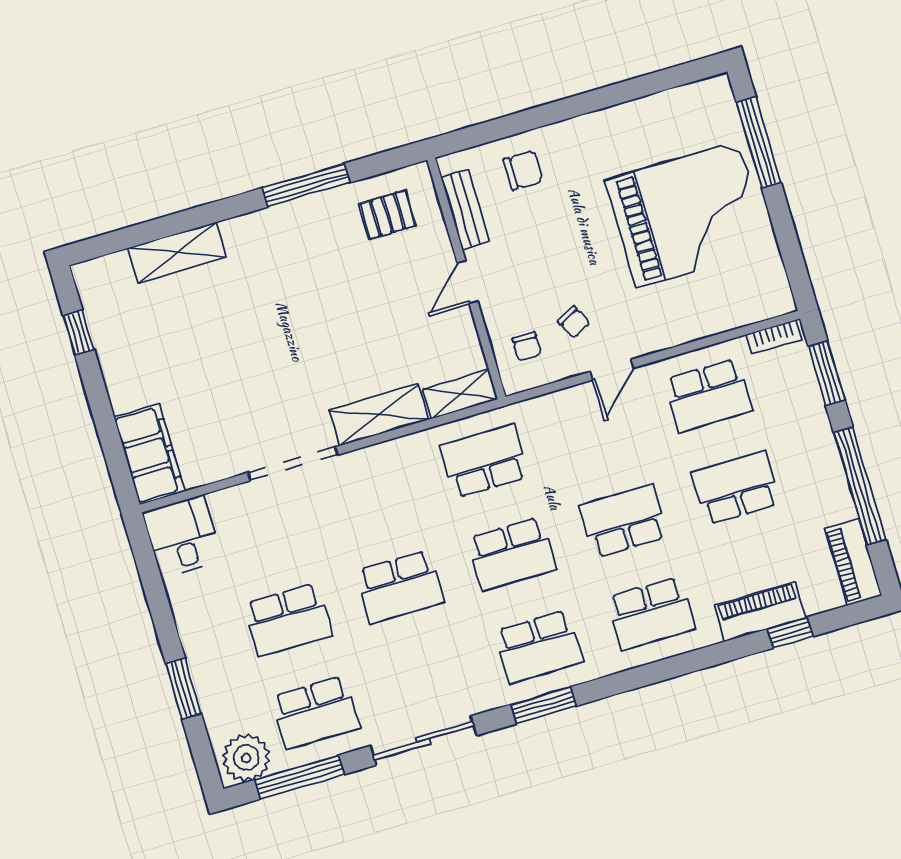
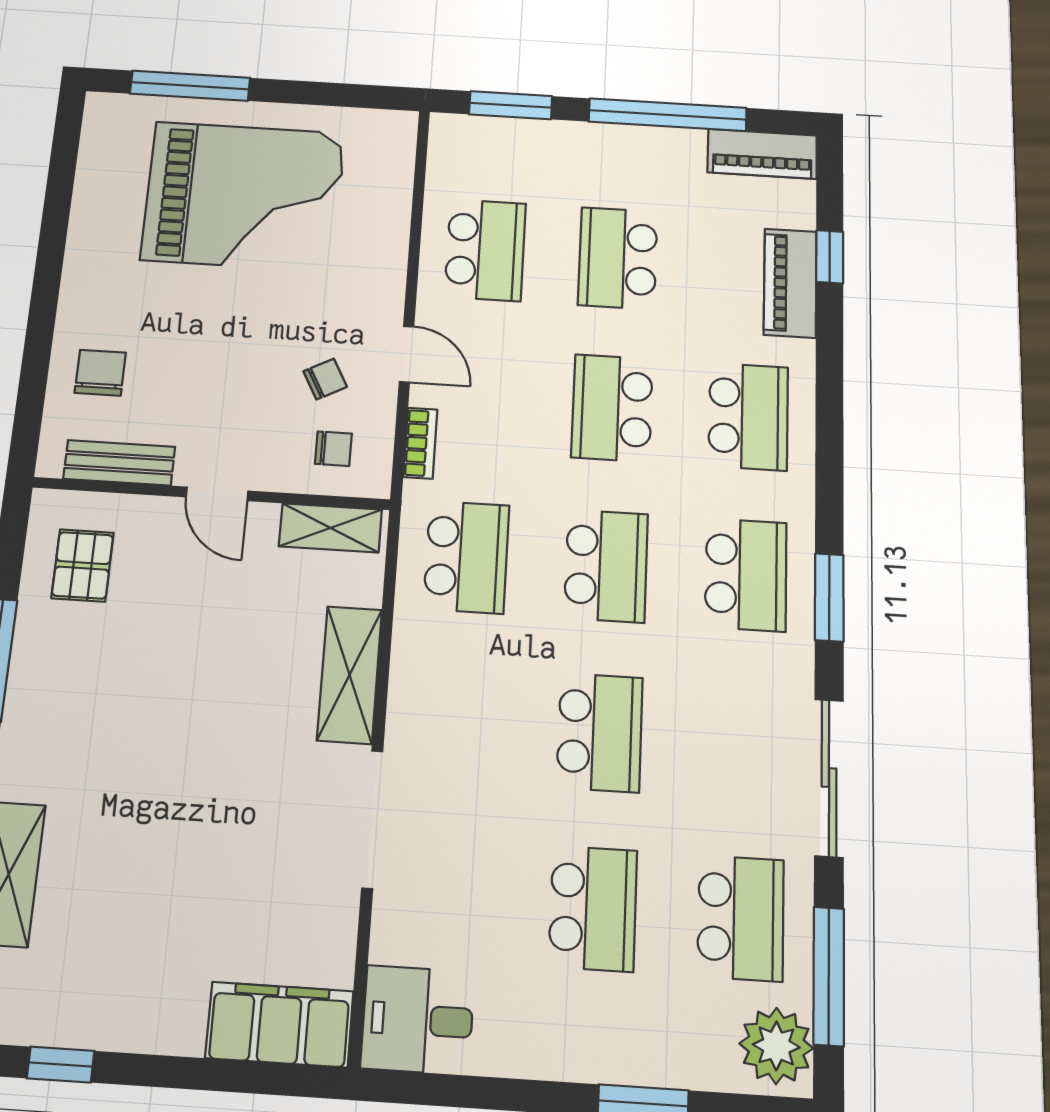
grand piano: (688, 214) -> (244, 196), turned 90
bookcase: (774, 337) -> (420, 443), moved
shelving: (460, 394) -> (330, 528), moved, turned 90
school desk: (485, 461) -> (466, 557), turned 180

